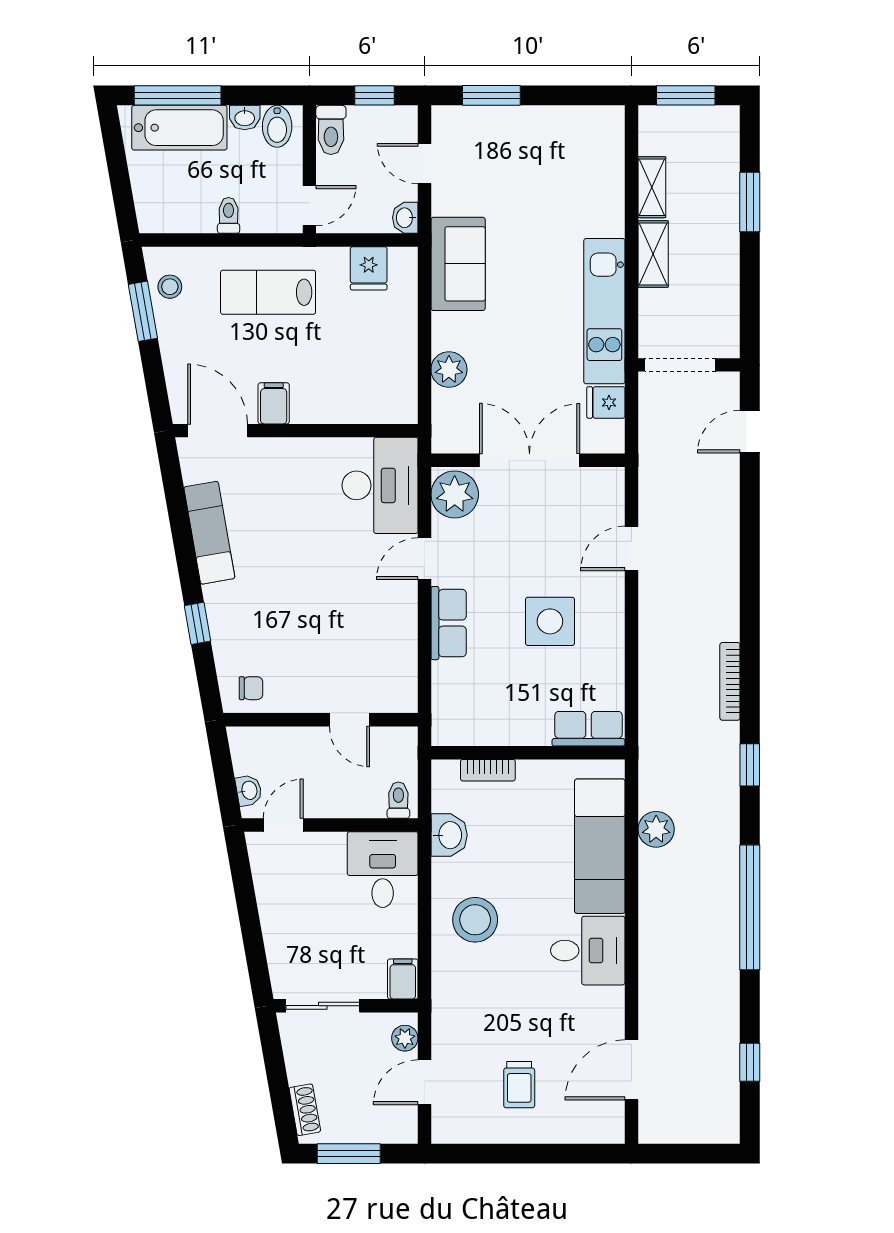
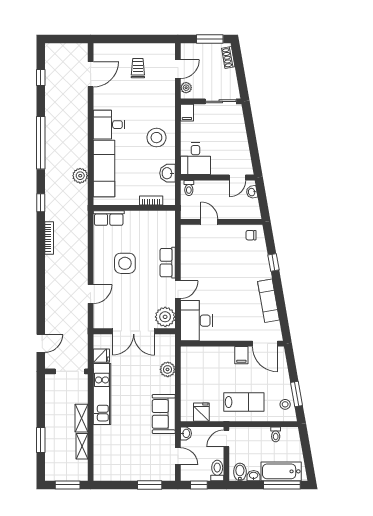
toilet: (229, 215) -> (276, 434), moved

